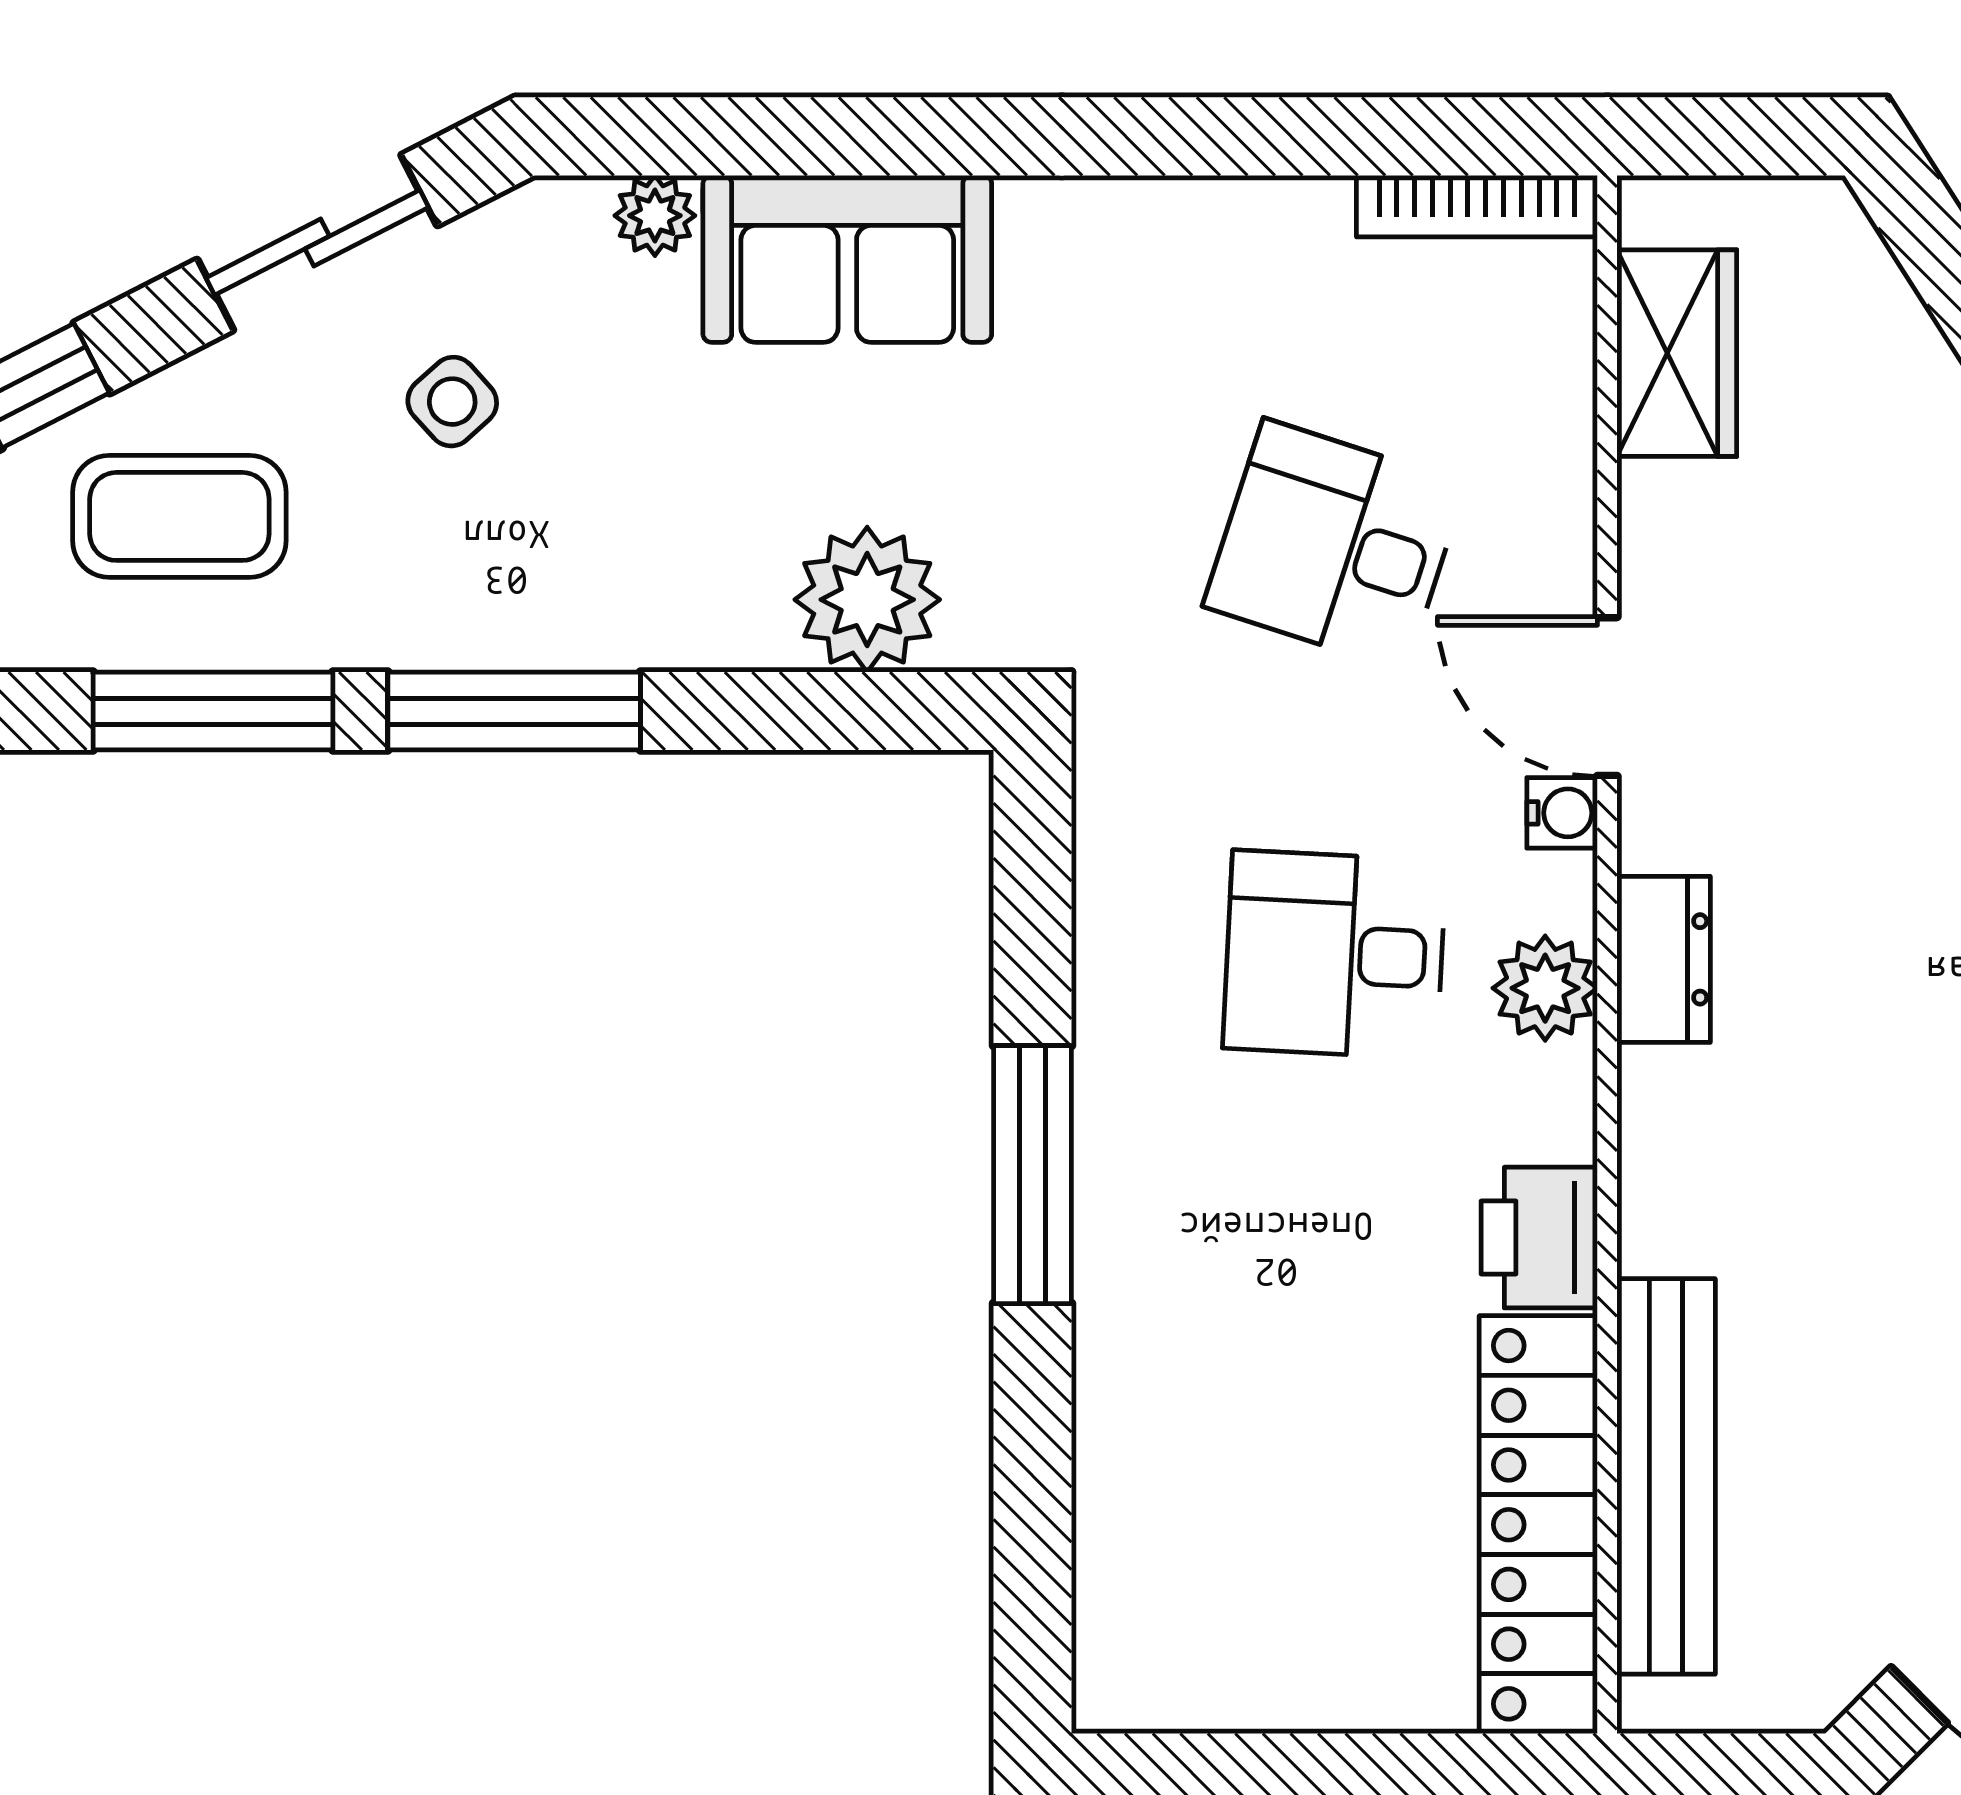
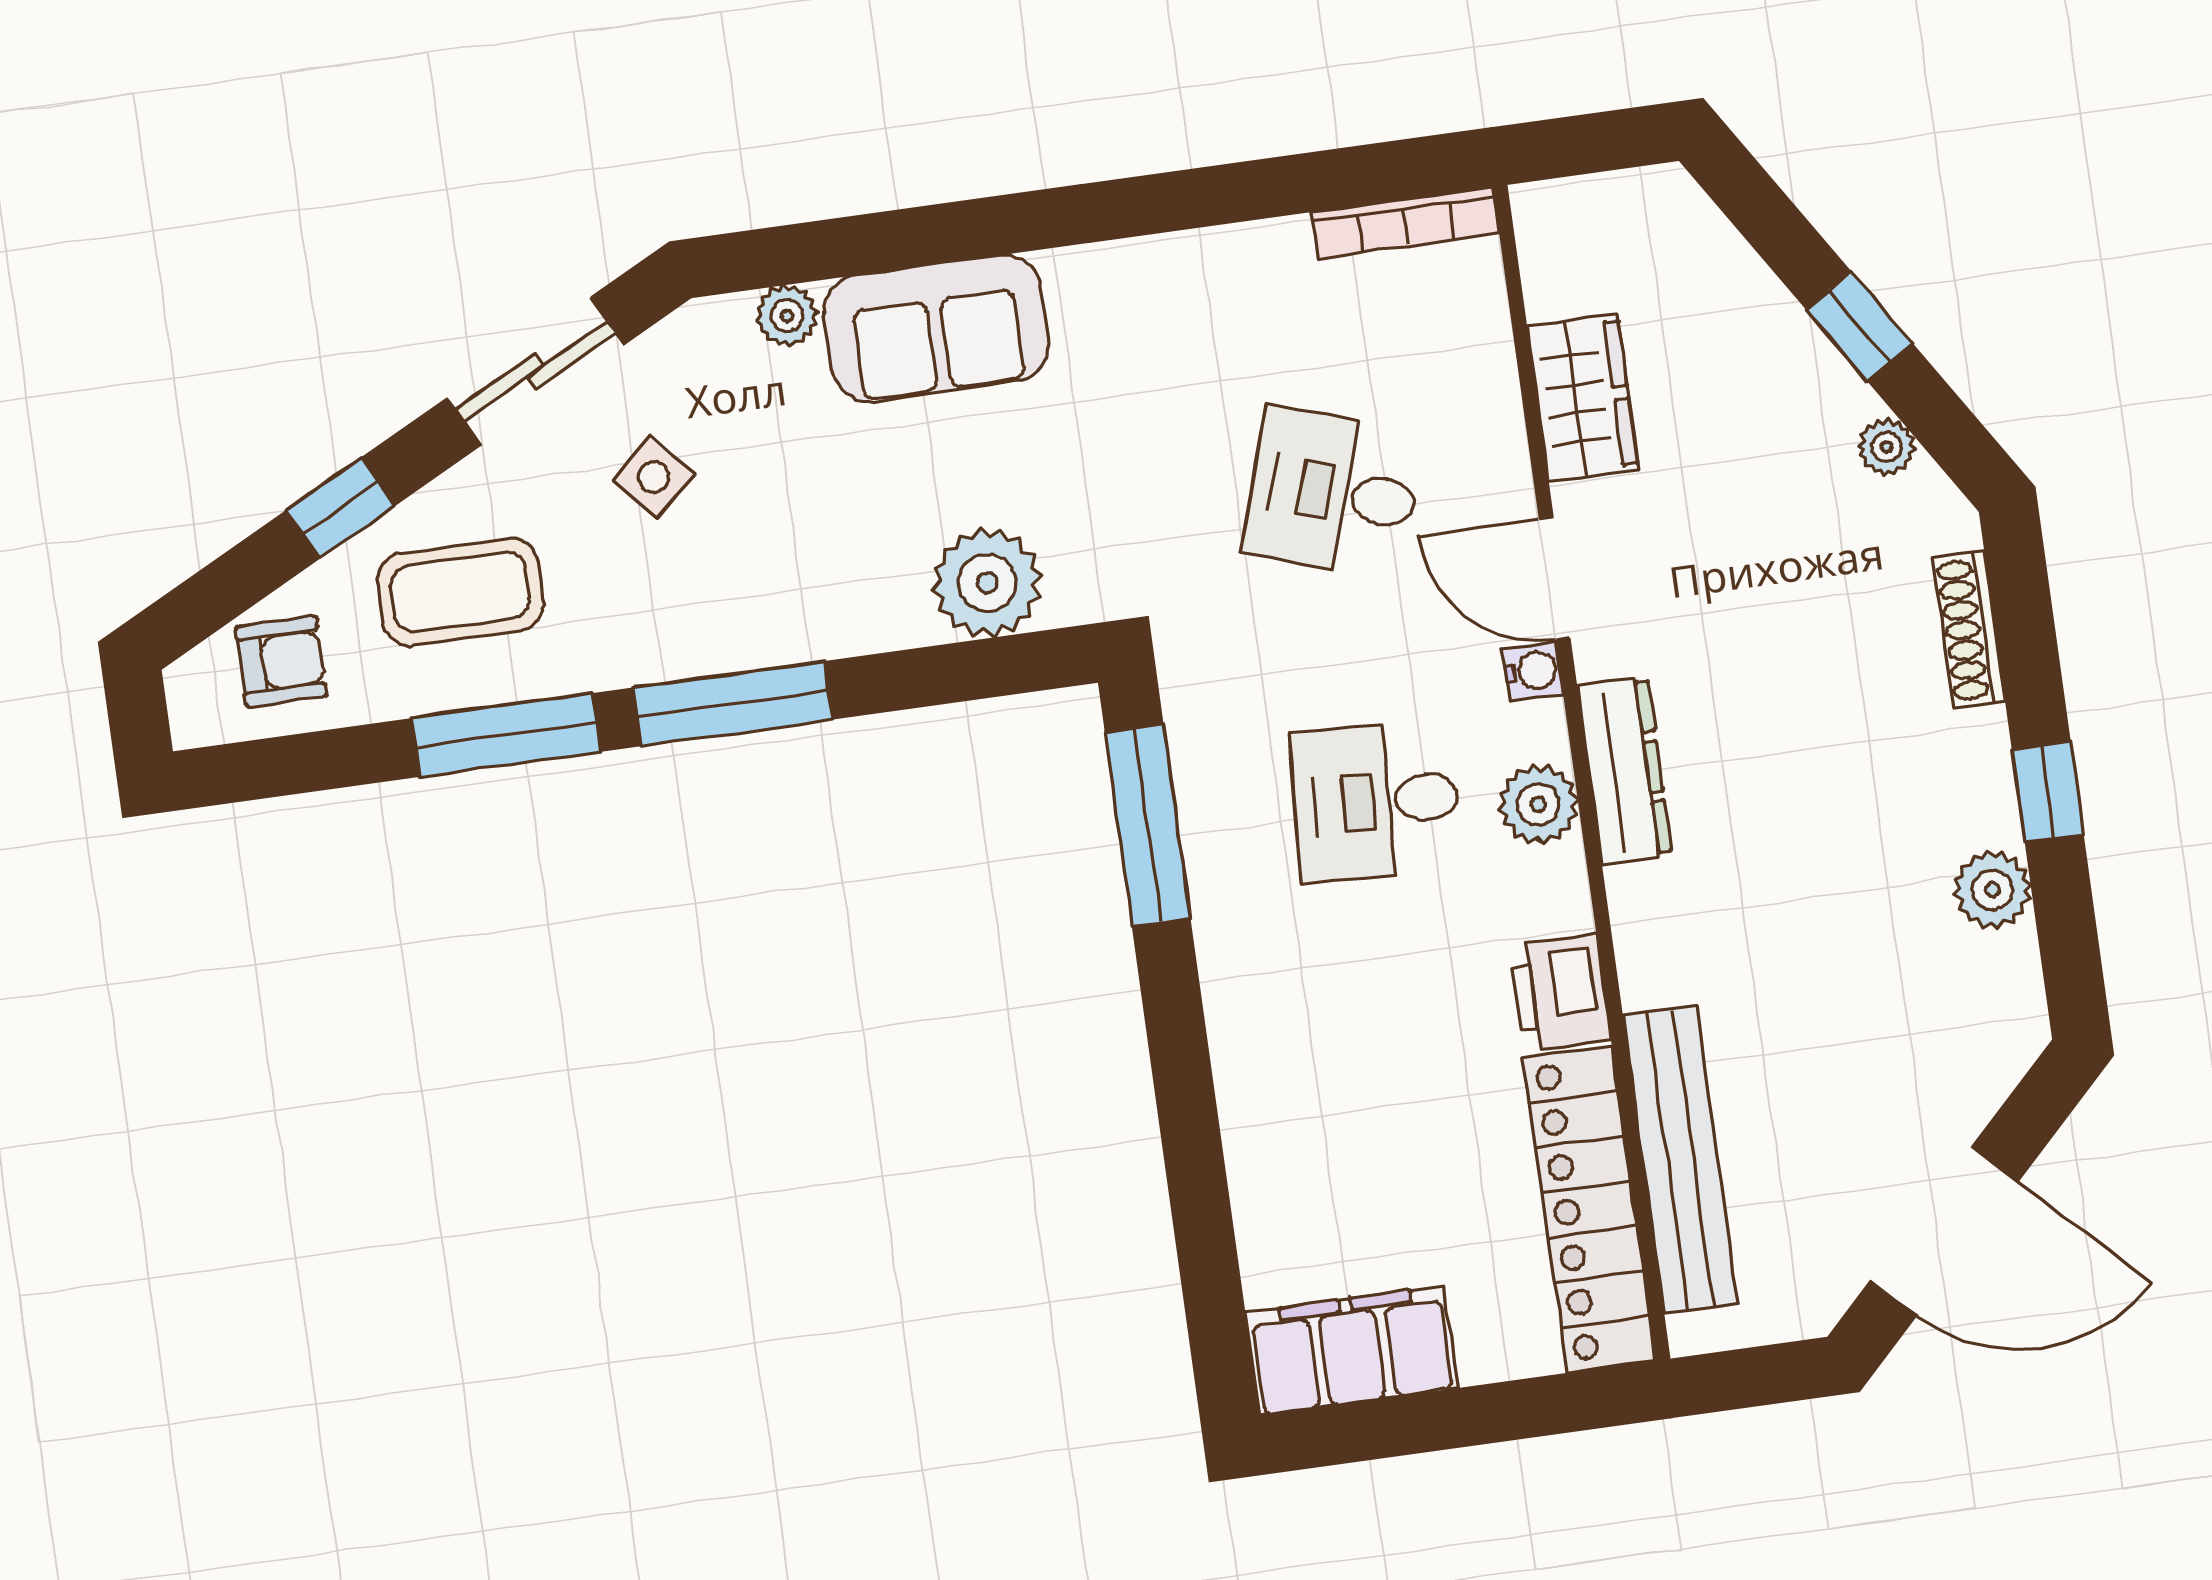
wardrobe: (1677, 353) -> (1583, 398), moved
dresser: (1664, 959) -> (1625, 770), width x1.44
window: (1033, 1175) -> (1148, 825), moved
filing cabinet: (1203, 1665) -> (1351, 1350), added

